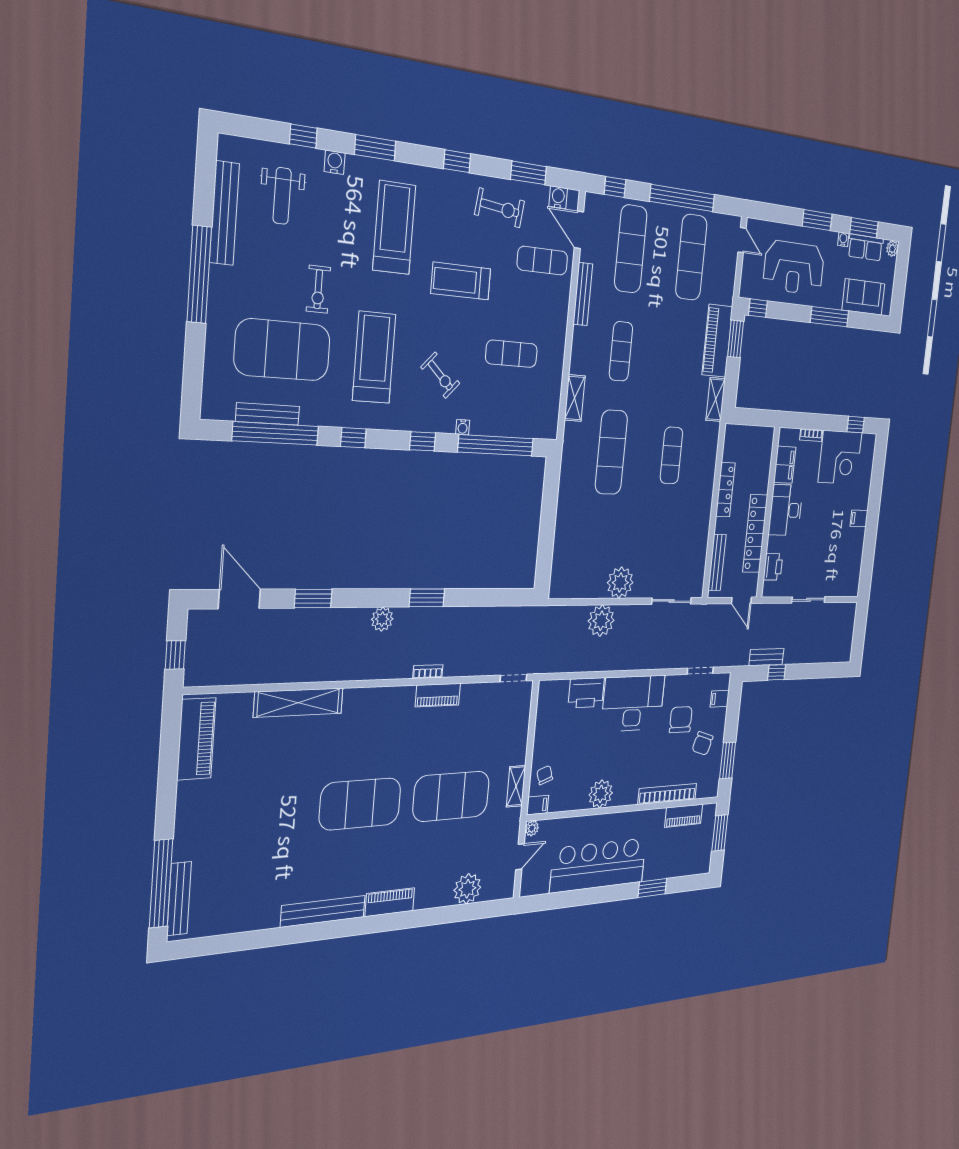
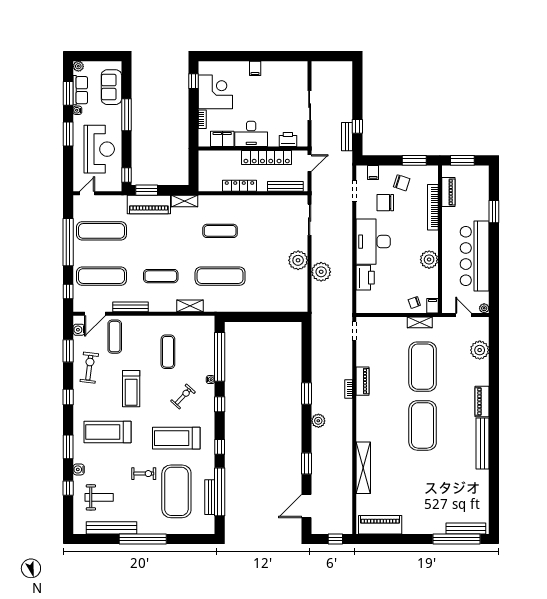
plant: (532, 828) -> (484, 308), moved

